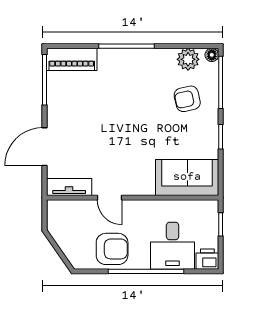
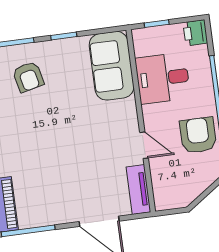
door: (109, 198) -> (144, 145), hinge flipped
desk: (173, 246) -> (163, 78), moved, turned 180

